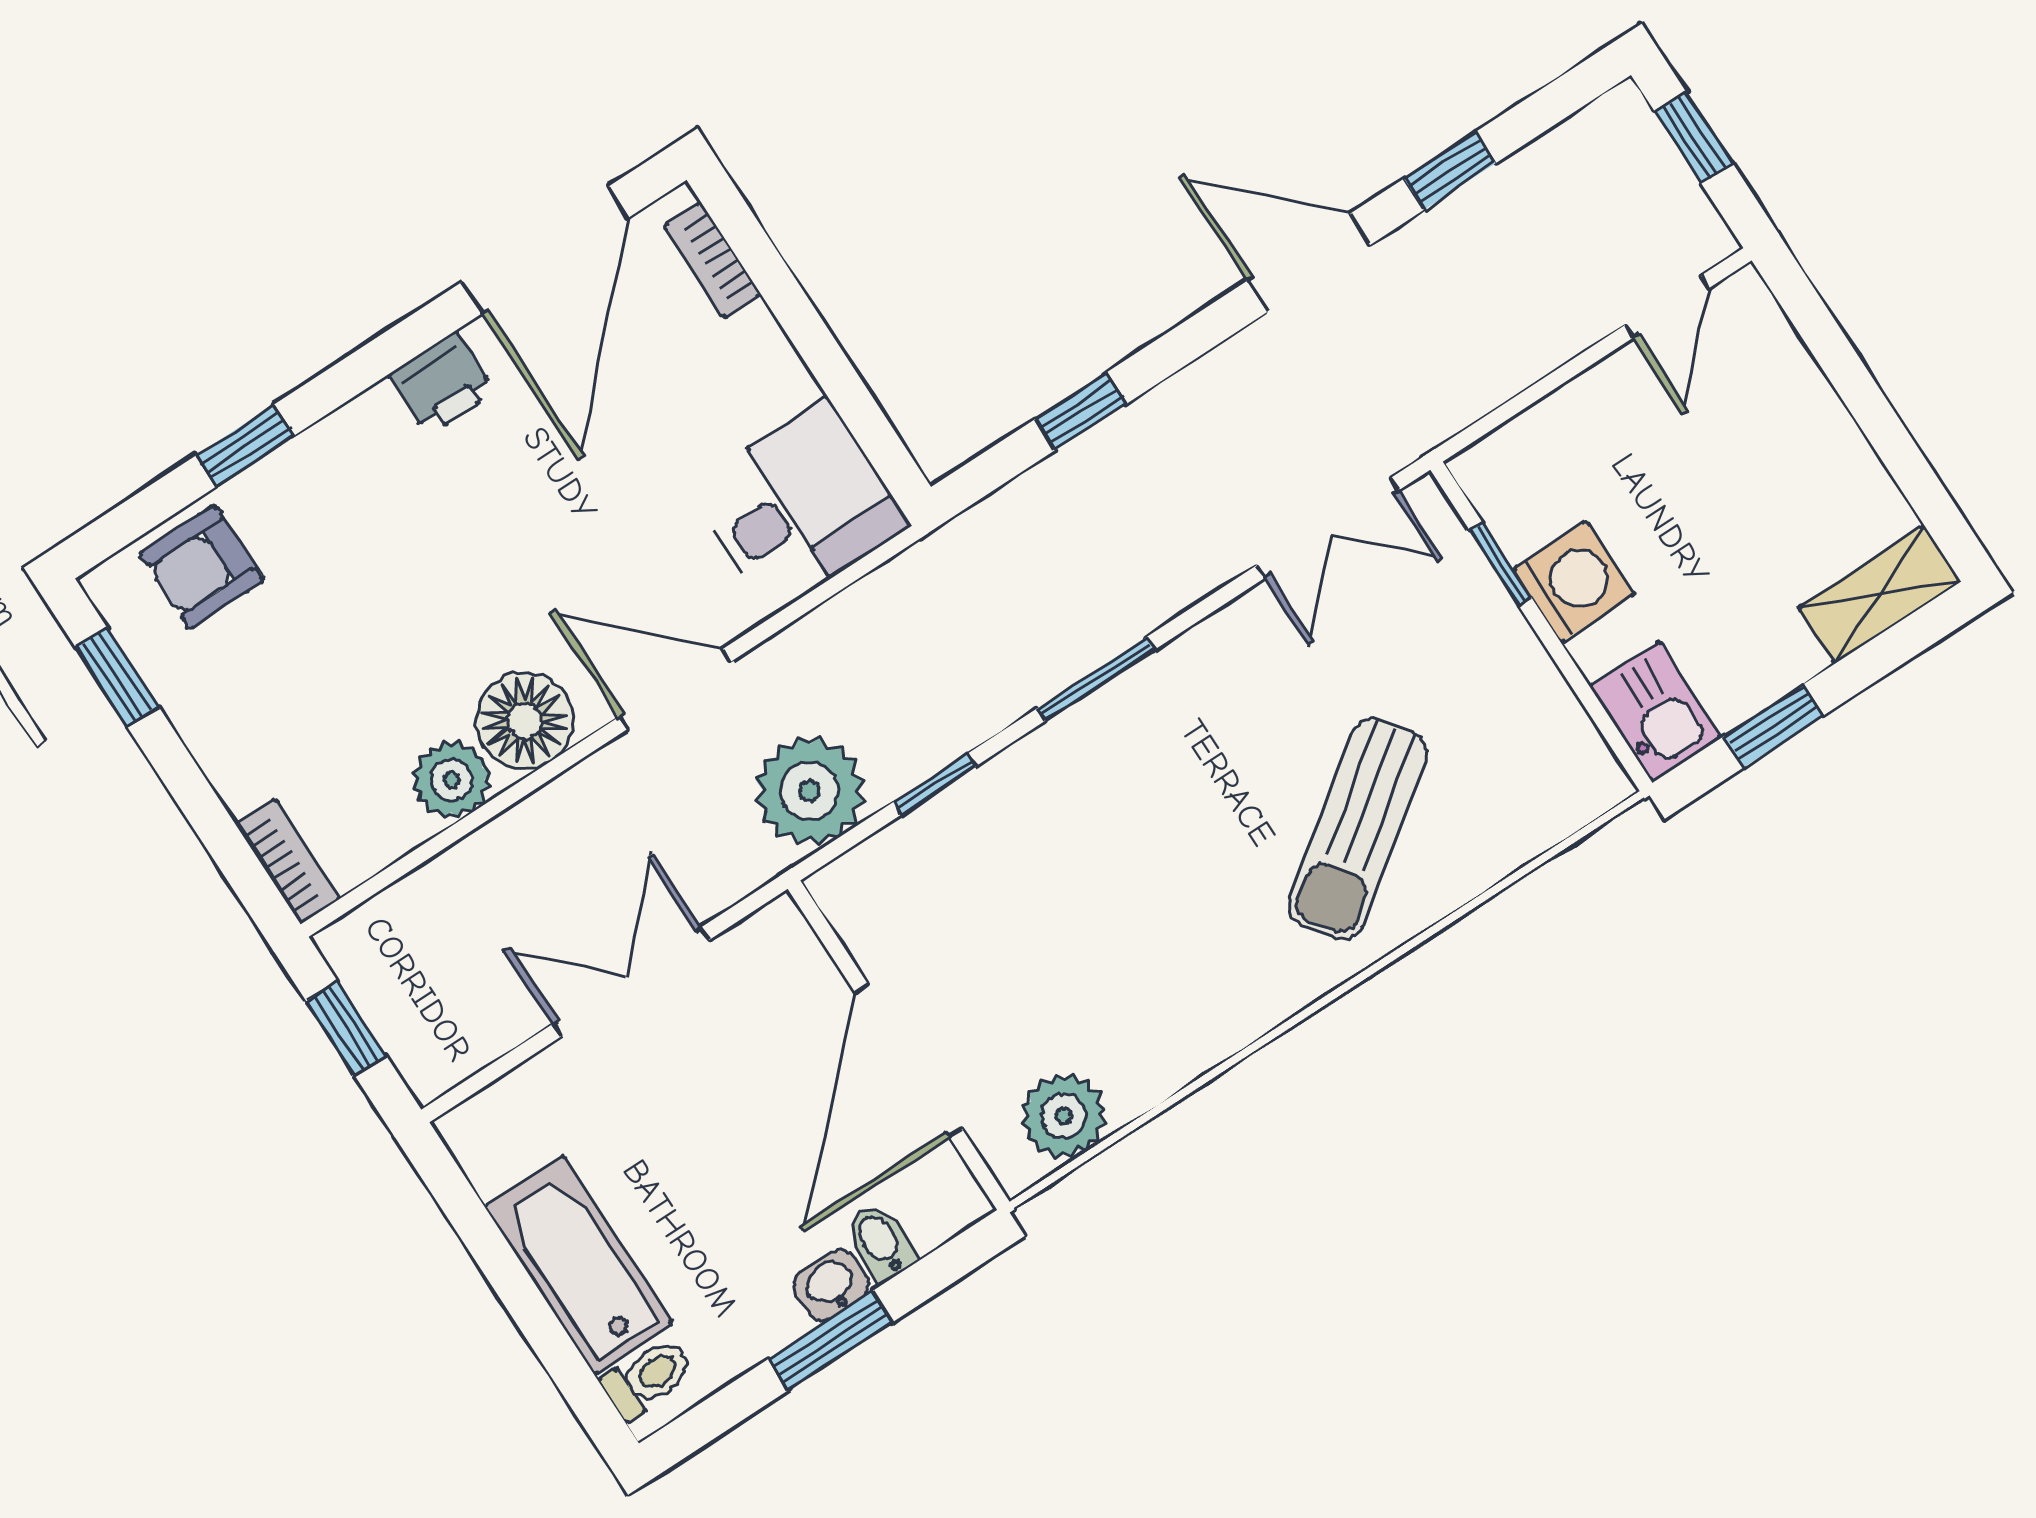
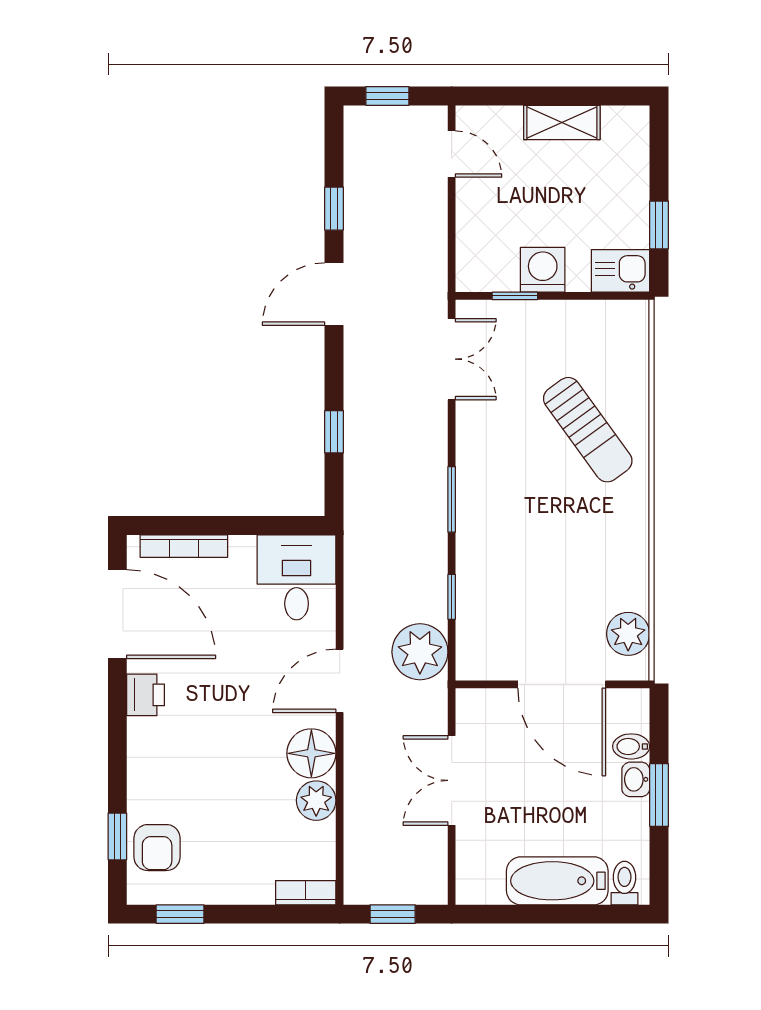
bookcase: (713, 260) -> (184, 546), width x1.56
window: (245, 445) -> (117, 836), moved
shelving: (1880, 594) -> (562, 122), moved, turned 90

